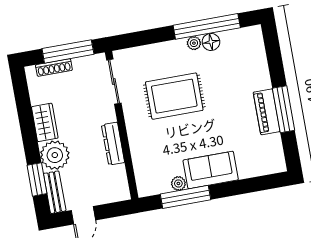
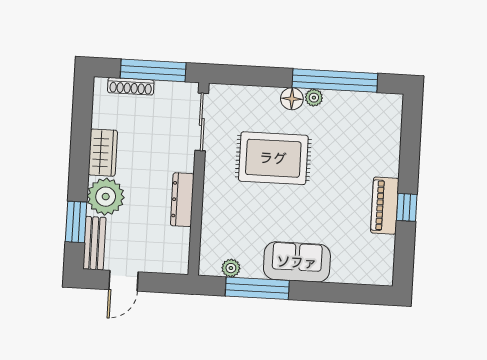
floor lamp: (211, 42) -> (292, 99), moved
window: (284, 109) -> (407, 207), width x0.46
plant: (178, 183) -> (231, 268), moved

